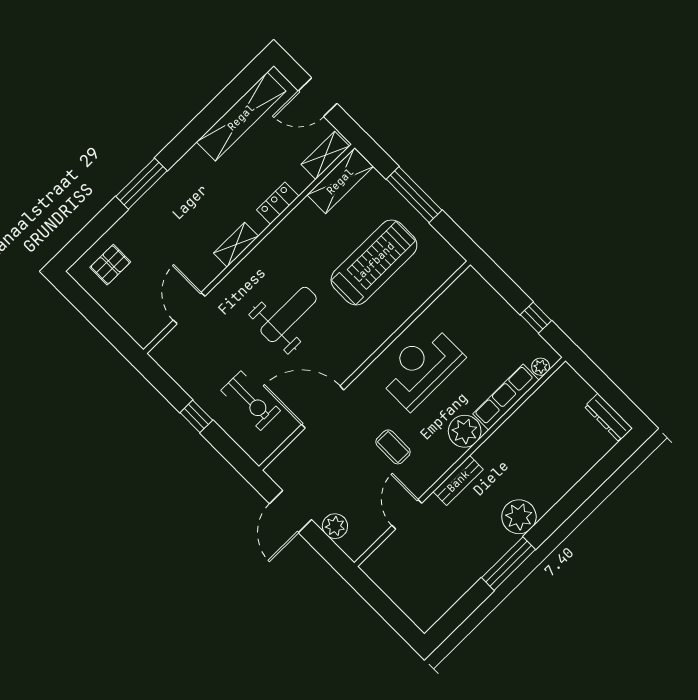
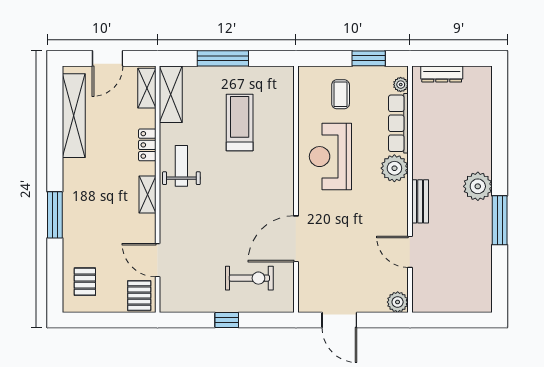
treadmill: (374, 262) -> (240, 123), width x0.73, depth x0.73
weight bench: (289, 314) -> (181, 166), moved, width x0.73, depth x0.75
window: (536, 318) -> (369, 58), width x1.50
pallet: (144, 322) -> (139, 296), added
dresser: (608, 417) -> (442, 74), moved
coffee table: (393, 447) -> (341, 94), moved, turned 90
plant: (335, 526) -> (398, 302), moved

